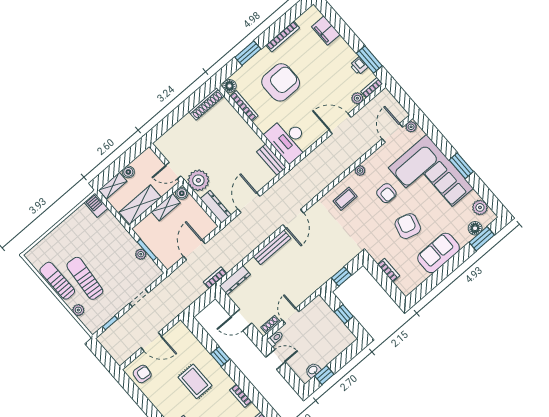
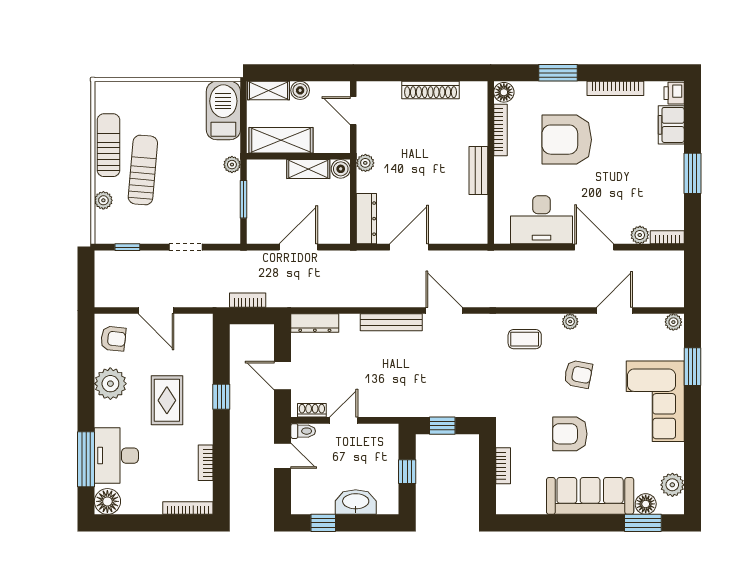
window: (369, 60) -> (692, 173), moved
printer: (359, 66) -> (674, 93), moved
armchair: (281, 82) -> (567, 140), turned 180
shoe rack: (206, 104) -> (431, 90), moved
door: (392, 133) -> (615, 311), moved
desk: (288, 139) -> (542, 220), moved, turned -90
bench: (271, 160) -> (478, 170), moved
window: (461, 166) -> (692, 367), moved
door: (173, 171) -> (353, 111), moved
corner sofa: (431, 178) -> (655, 401), width x0.73, depth x0.74
plant: (198, 180) -> (365, 163), width x0.53, depth x0.53
armchair: (386, 193) -> (578, 374), turned -79
barbecue: (96, 205) -> (223, 111), width x1.88, depth x1.53
door: (293, 219) -> (444, 311), swing flipped
armchair: (408, 226) -> (570, 434), turned -106
sofa: (439, 253) -> (590, 496), width x1.36
plant: (141, 254) -> (232, 165), moved
bookcase: (215, 278) -> (248, 300), moved
washbasin: (313, 370) -> (356, 502), moved, width x1.91, depth x1.45
plant: (160, 397) -> (110, 384), added

